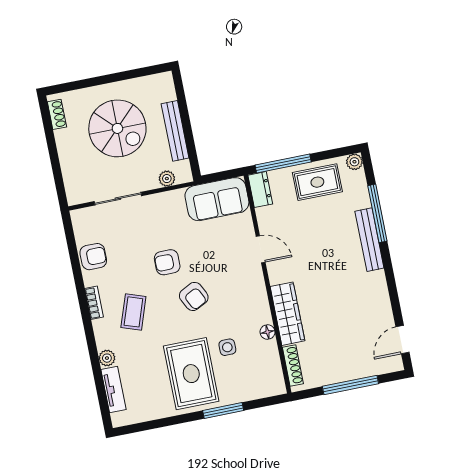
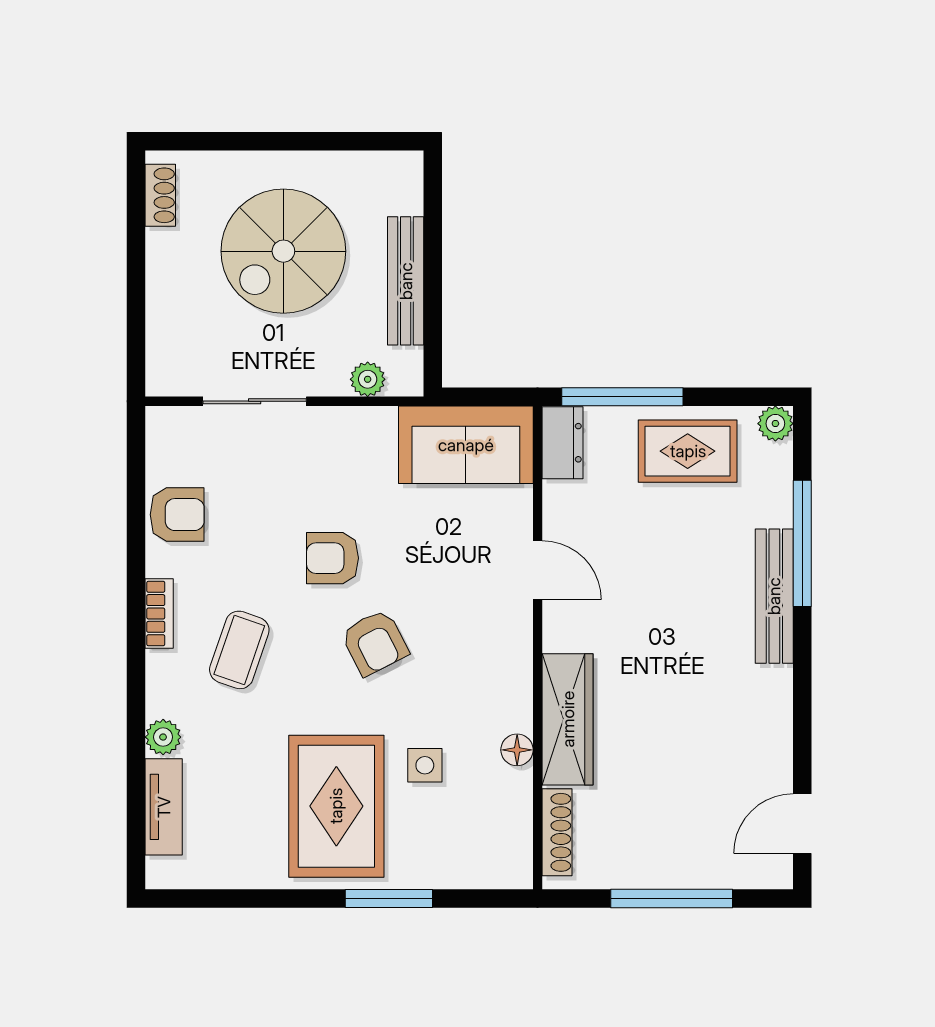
spiral stairs: (117, 128) -> (283, 251), turned 90

